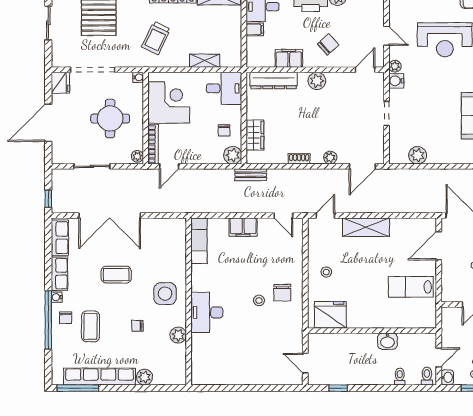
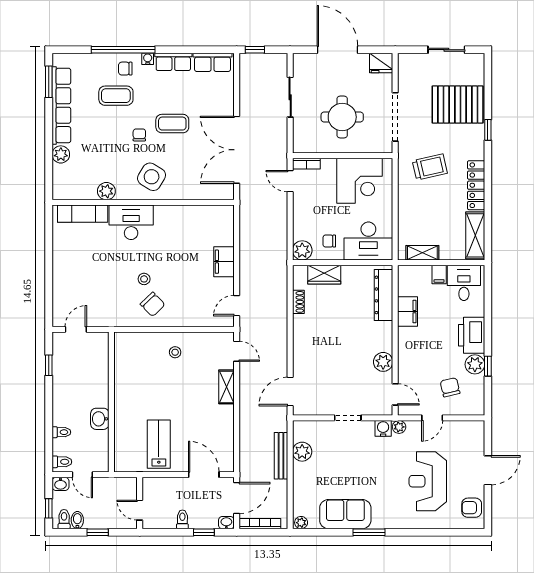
trolley: (156, 38) -> (430, 167), turned 141
chair: (328, 44) -> (450, 387), moved, turned -151
shelving: (205, 61) -> (422, 253), moved, turned 90
doorway: (93, 70) -> (395, 117), moved
water cooler: (138, 77) -> (387, 148), removed
plant: (317, 81) -> (383, 362), moved
desk: (224, 88) -> (368, 241), width x1.37
bookcase: (153, 144) -> (306, 164), width x0.64
plant: (137, 156) -> (301, 147), removed
plant: (330, 158) -> (300, 357), removed
shoe rack: (299, 159) -> (298, 302), moved
door: (362, 166) -> (290, 392), hinge flipped
bench: (251, 175) -> (281, 456), moved, width x1.36
double door: (110, 215) -> (237, 150), moved
shelving: (366, 227) -> (226, 387), width x0.67, depth x0.75
exam couch: (199, 241) -> (83, 214), moved
coffee table: (116, 275) -> (172, 124), turned 90
chair: (282, 293) -> (153, 304), turned -134
side table: (165, 294) -> (152, 177), turned 31
fridge: (330, 315) -> (128, 357), removed
chair: (137, 326) -> (139, 135), moved
window: (78, 388) -> (49, 82), width x0.69

